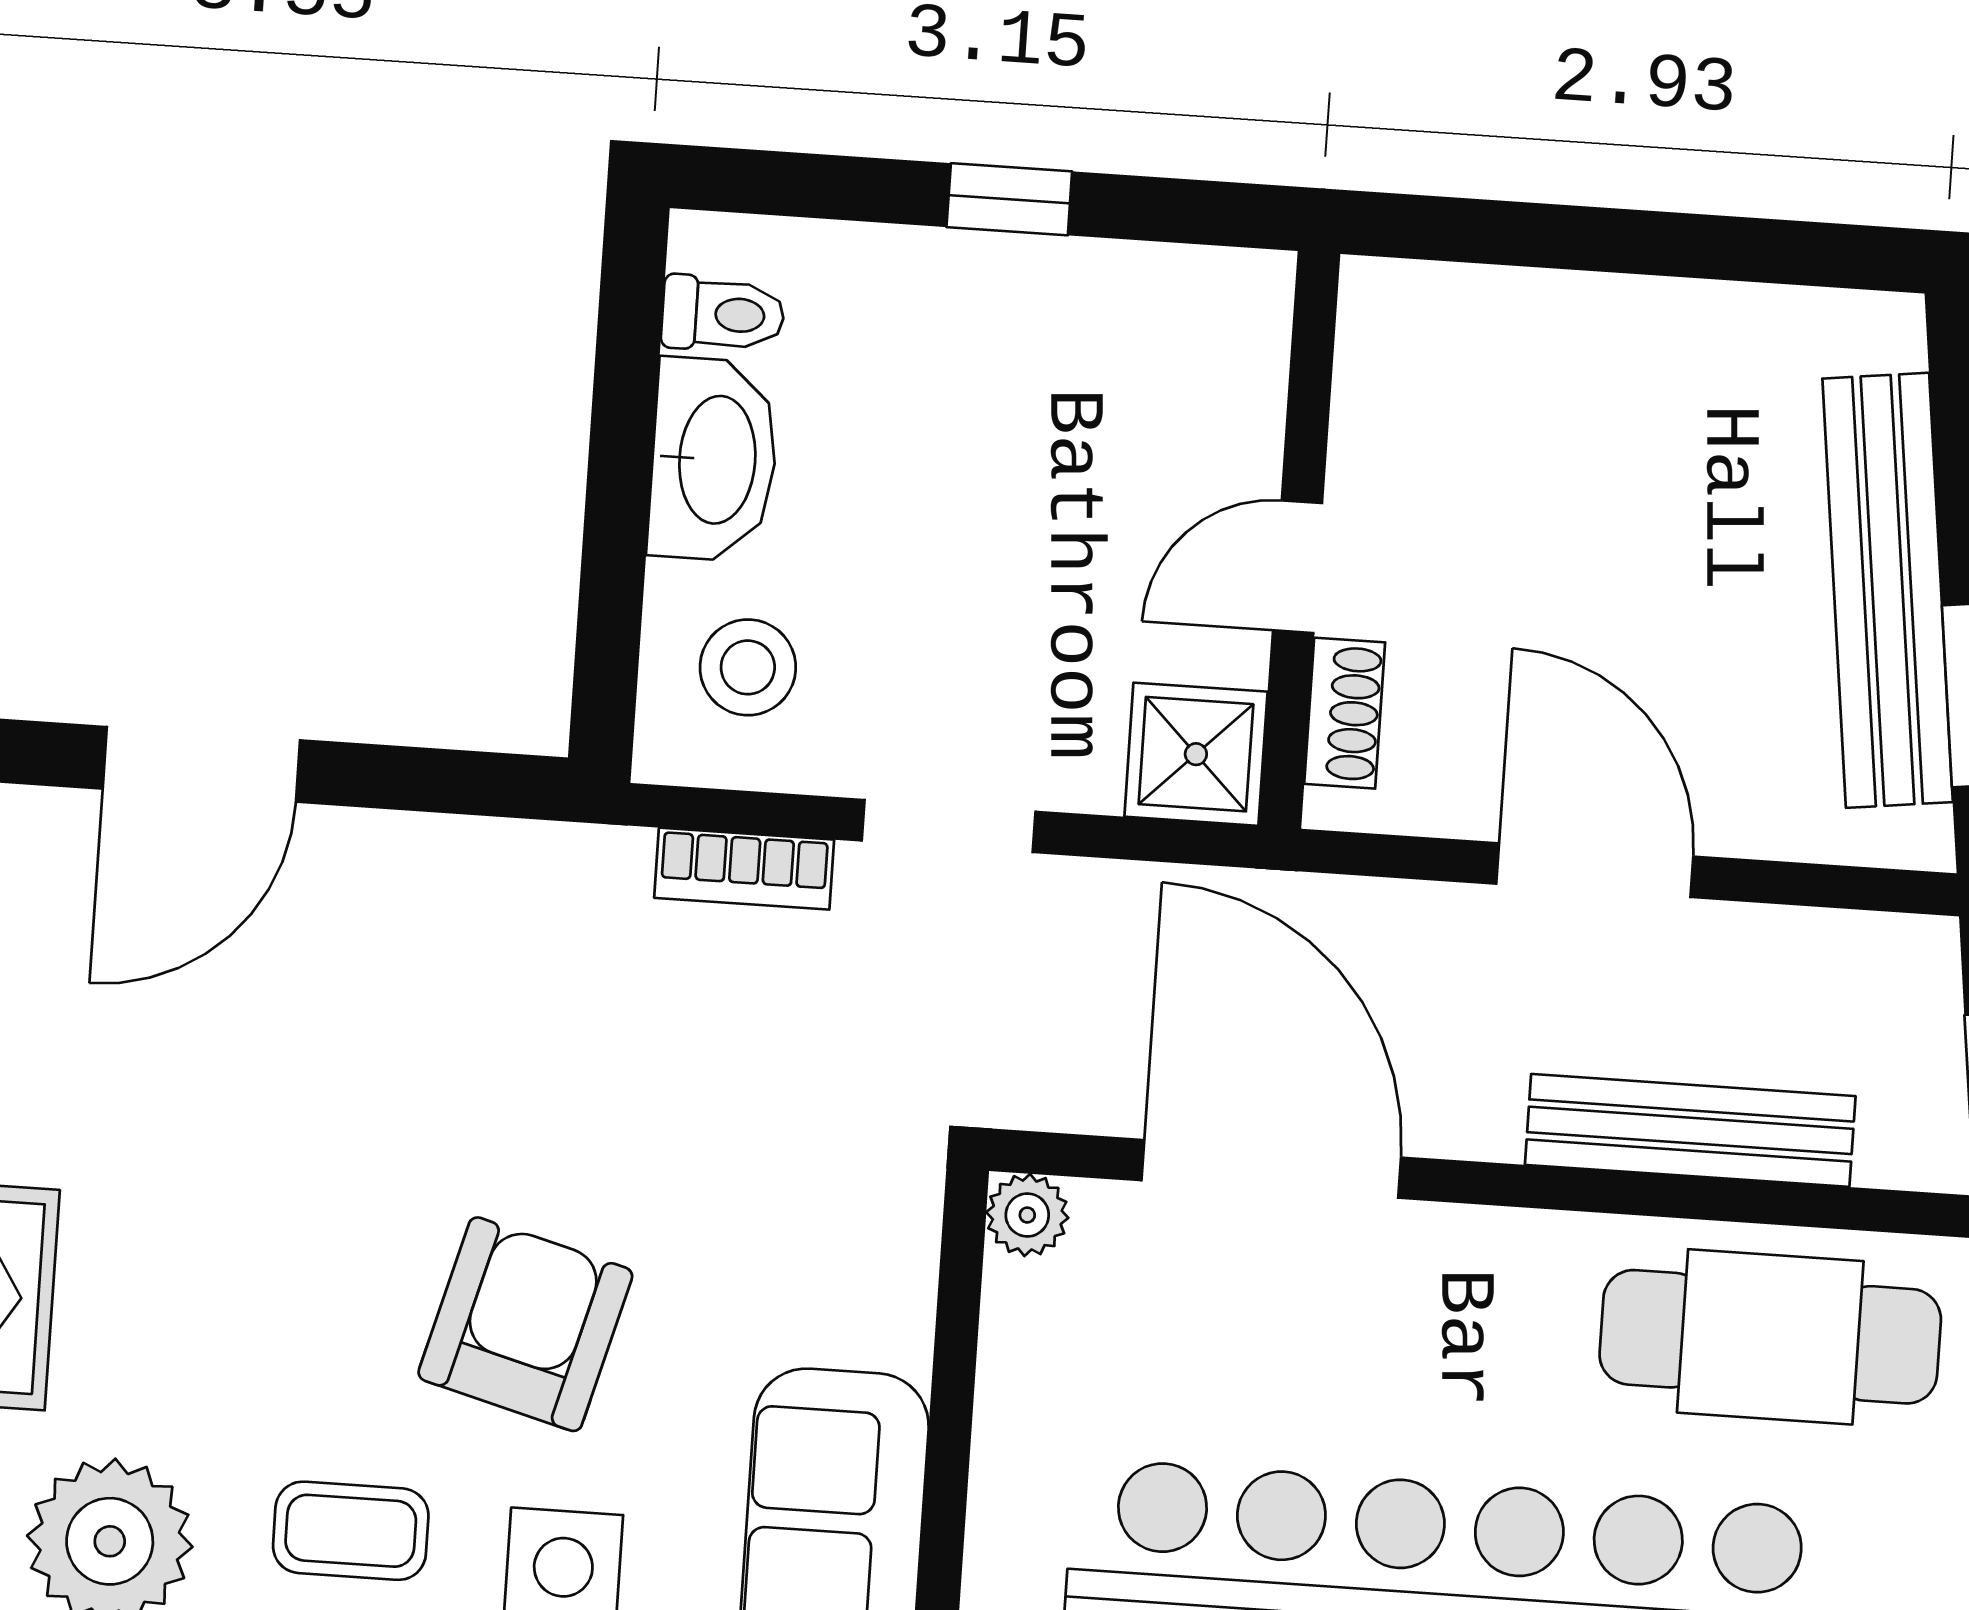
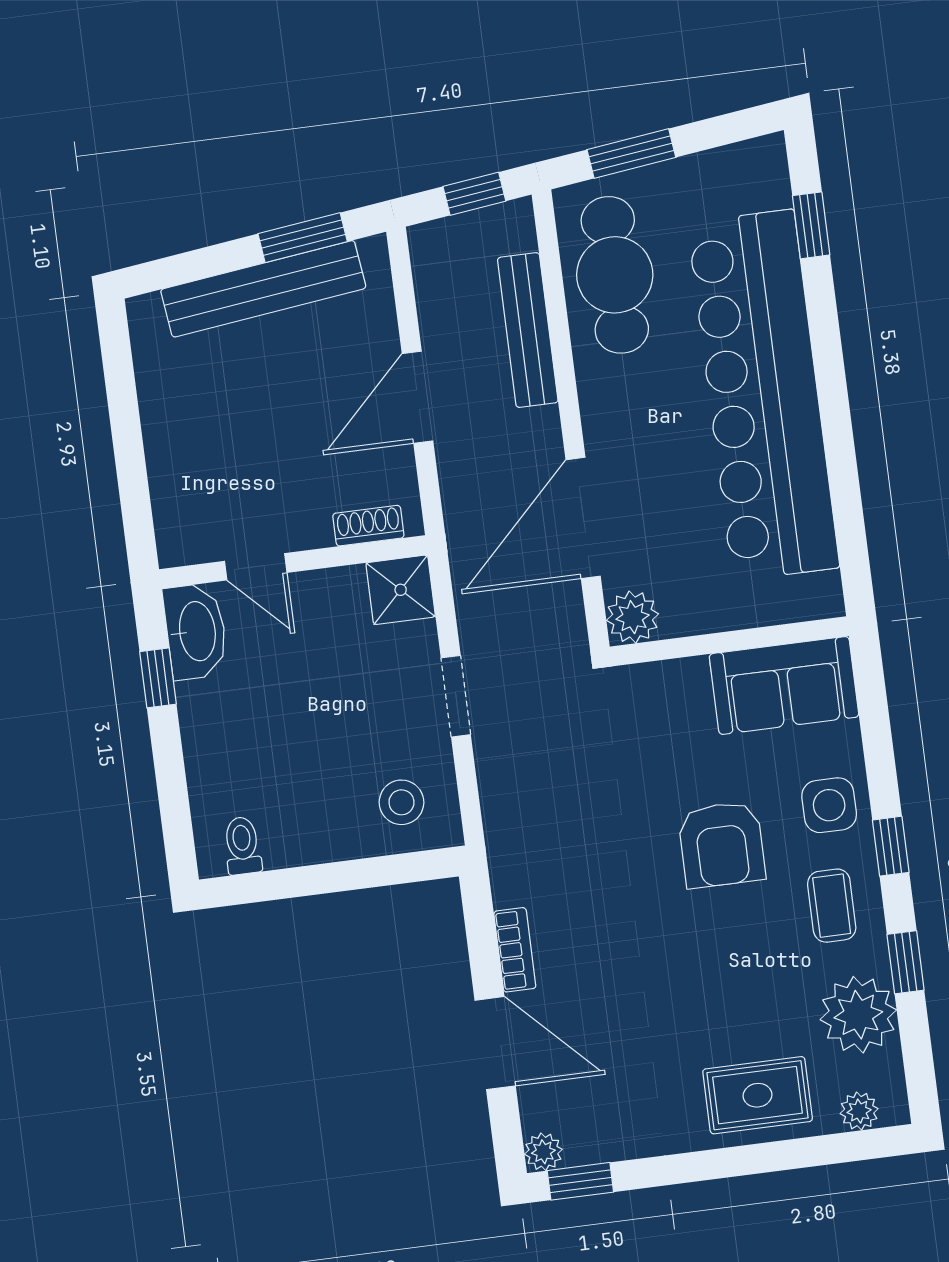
window: (1009, 199) -> (158, 678), moved
washbasin: (714, 459) -> (196, 631), moved, turned 90
door: (1298, 567) -> (256, 567), moved
bookcase: (744, 869) -> (515, 950), moved
plant: (1027, 1215) -> (633, 617), width x1.38, depth x1.38
armchair: (525, 1324) -> (722, 845), turned -105

